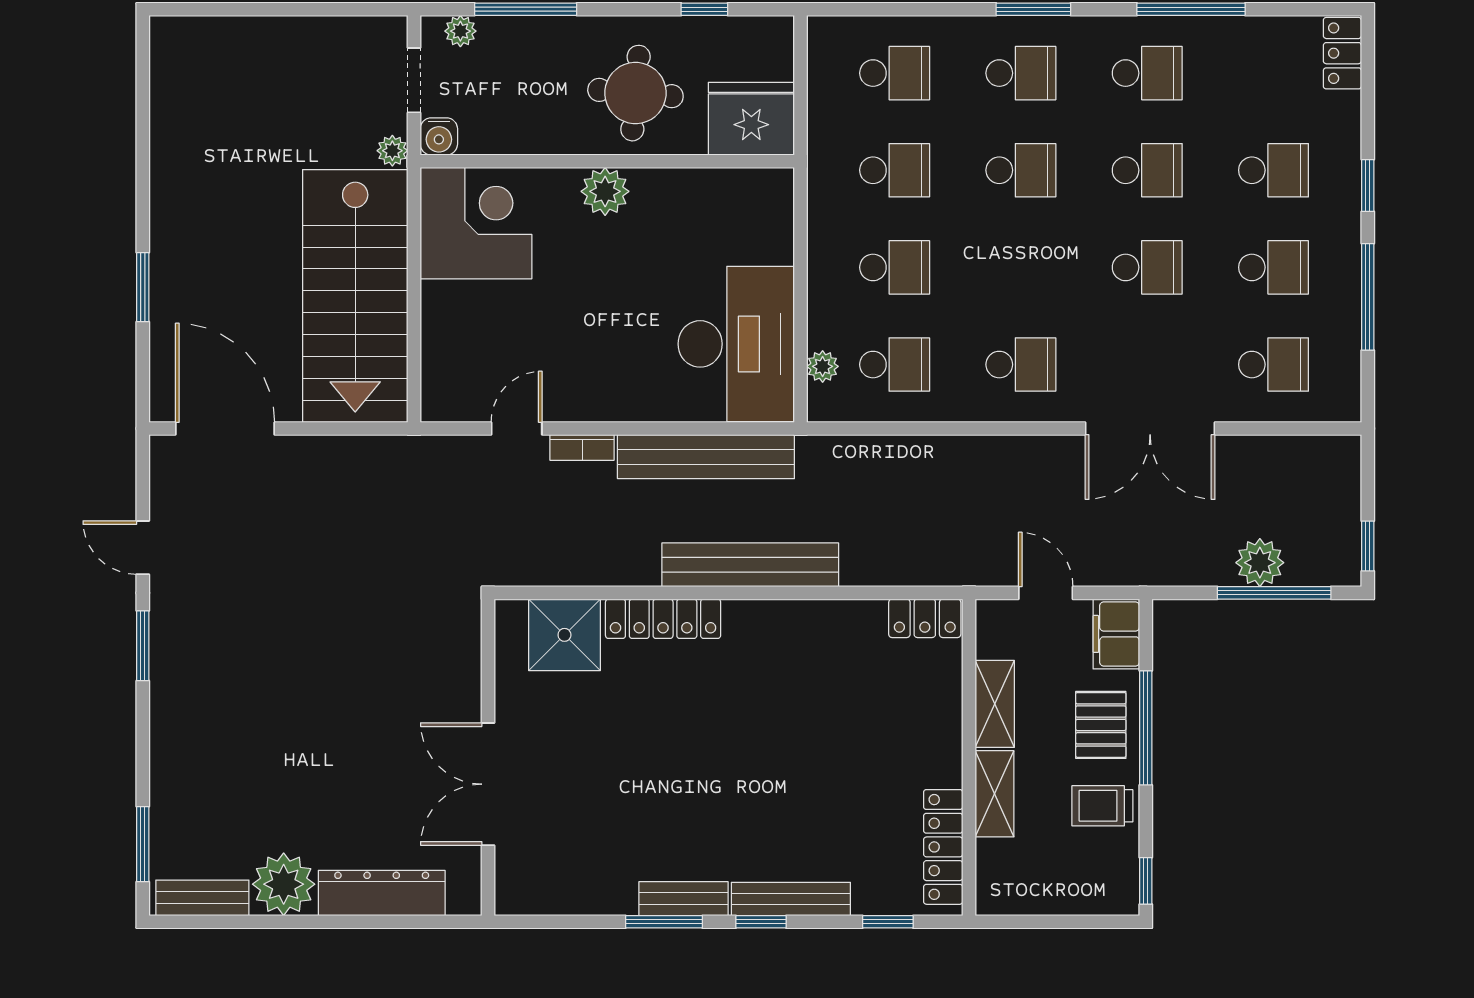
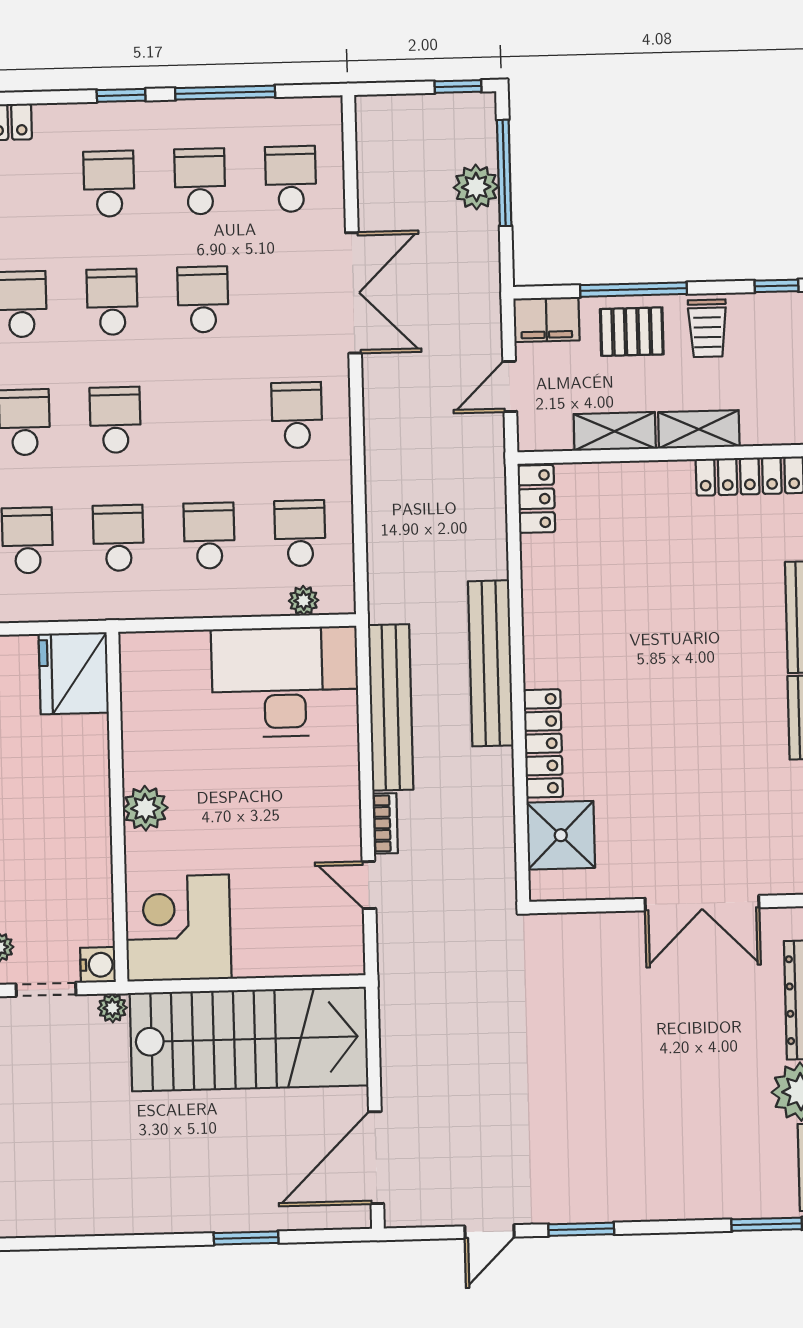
round table: (635, 93) -> (53, 782), removed

